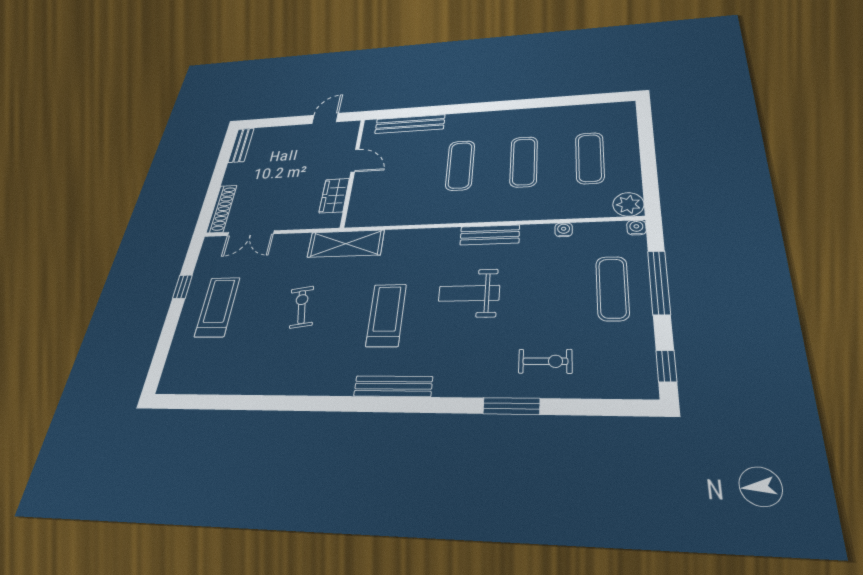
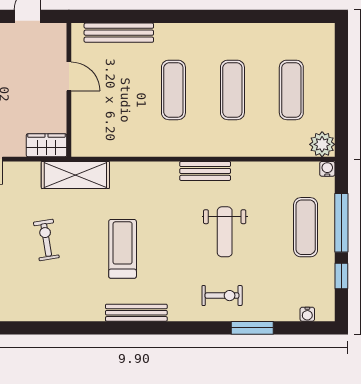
wardrobe: (334, 196) -> (46, 145), moved, turned 90
water cooler: (564, 230) -> (307, 314), moved, turned 180
weight bench: (469, 293) -> (225, 232), moved, turned -90
exercise bike: (545, 361) -> (222, 296), moved
window: (666, 366) -> (341, 276), moved
window: (511, 406) -> (252, 328), moved

